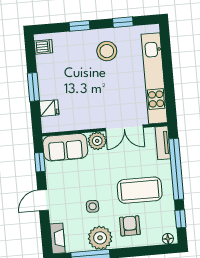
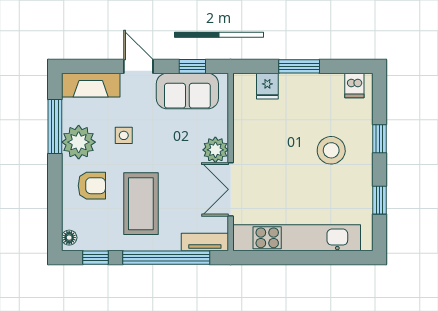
stool: (107, 51) -> (331, 150), moved
sofa: (65, 147) -> (187, 91), moved, turned -90
fireplace: (58, 238) -> (91, 85), width x1.37, depth x1.32

